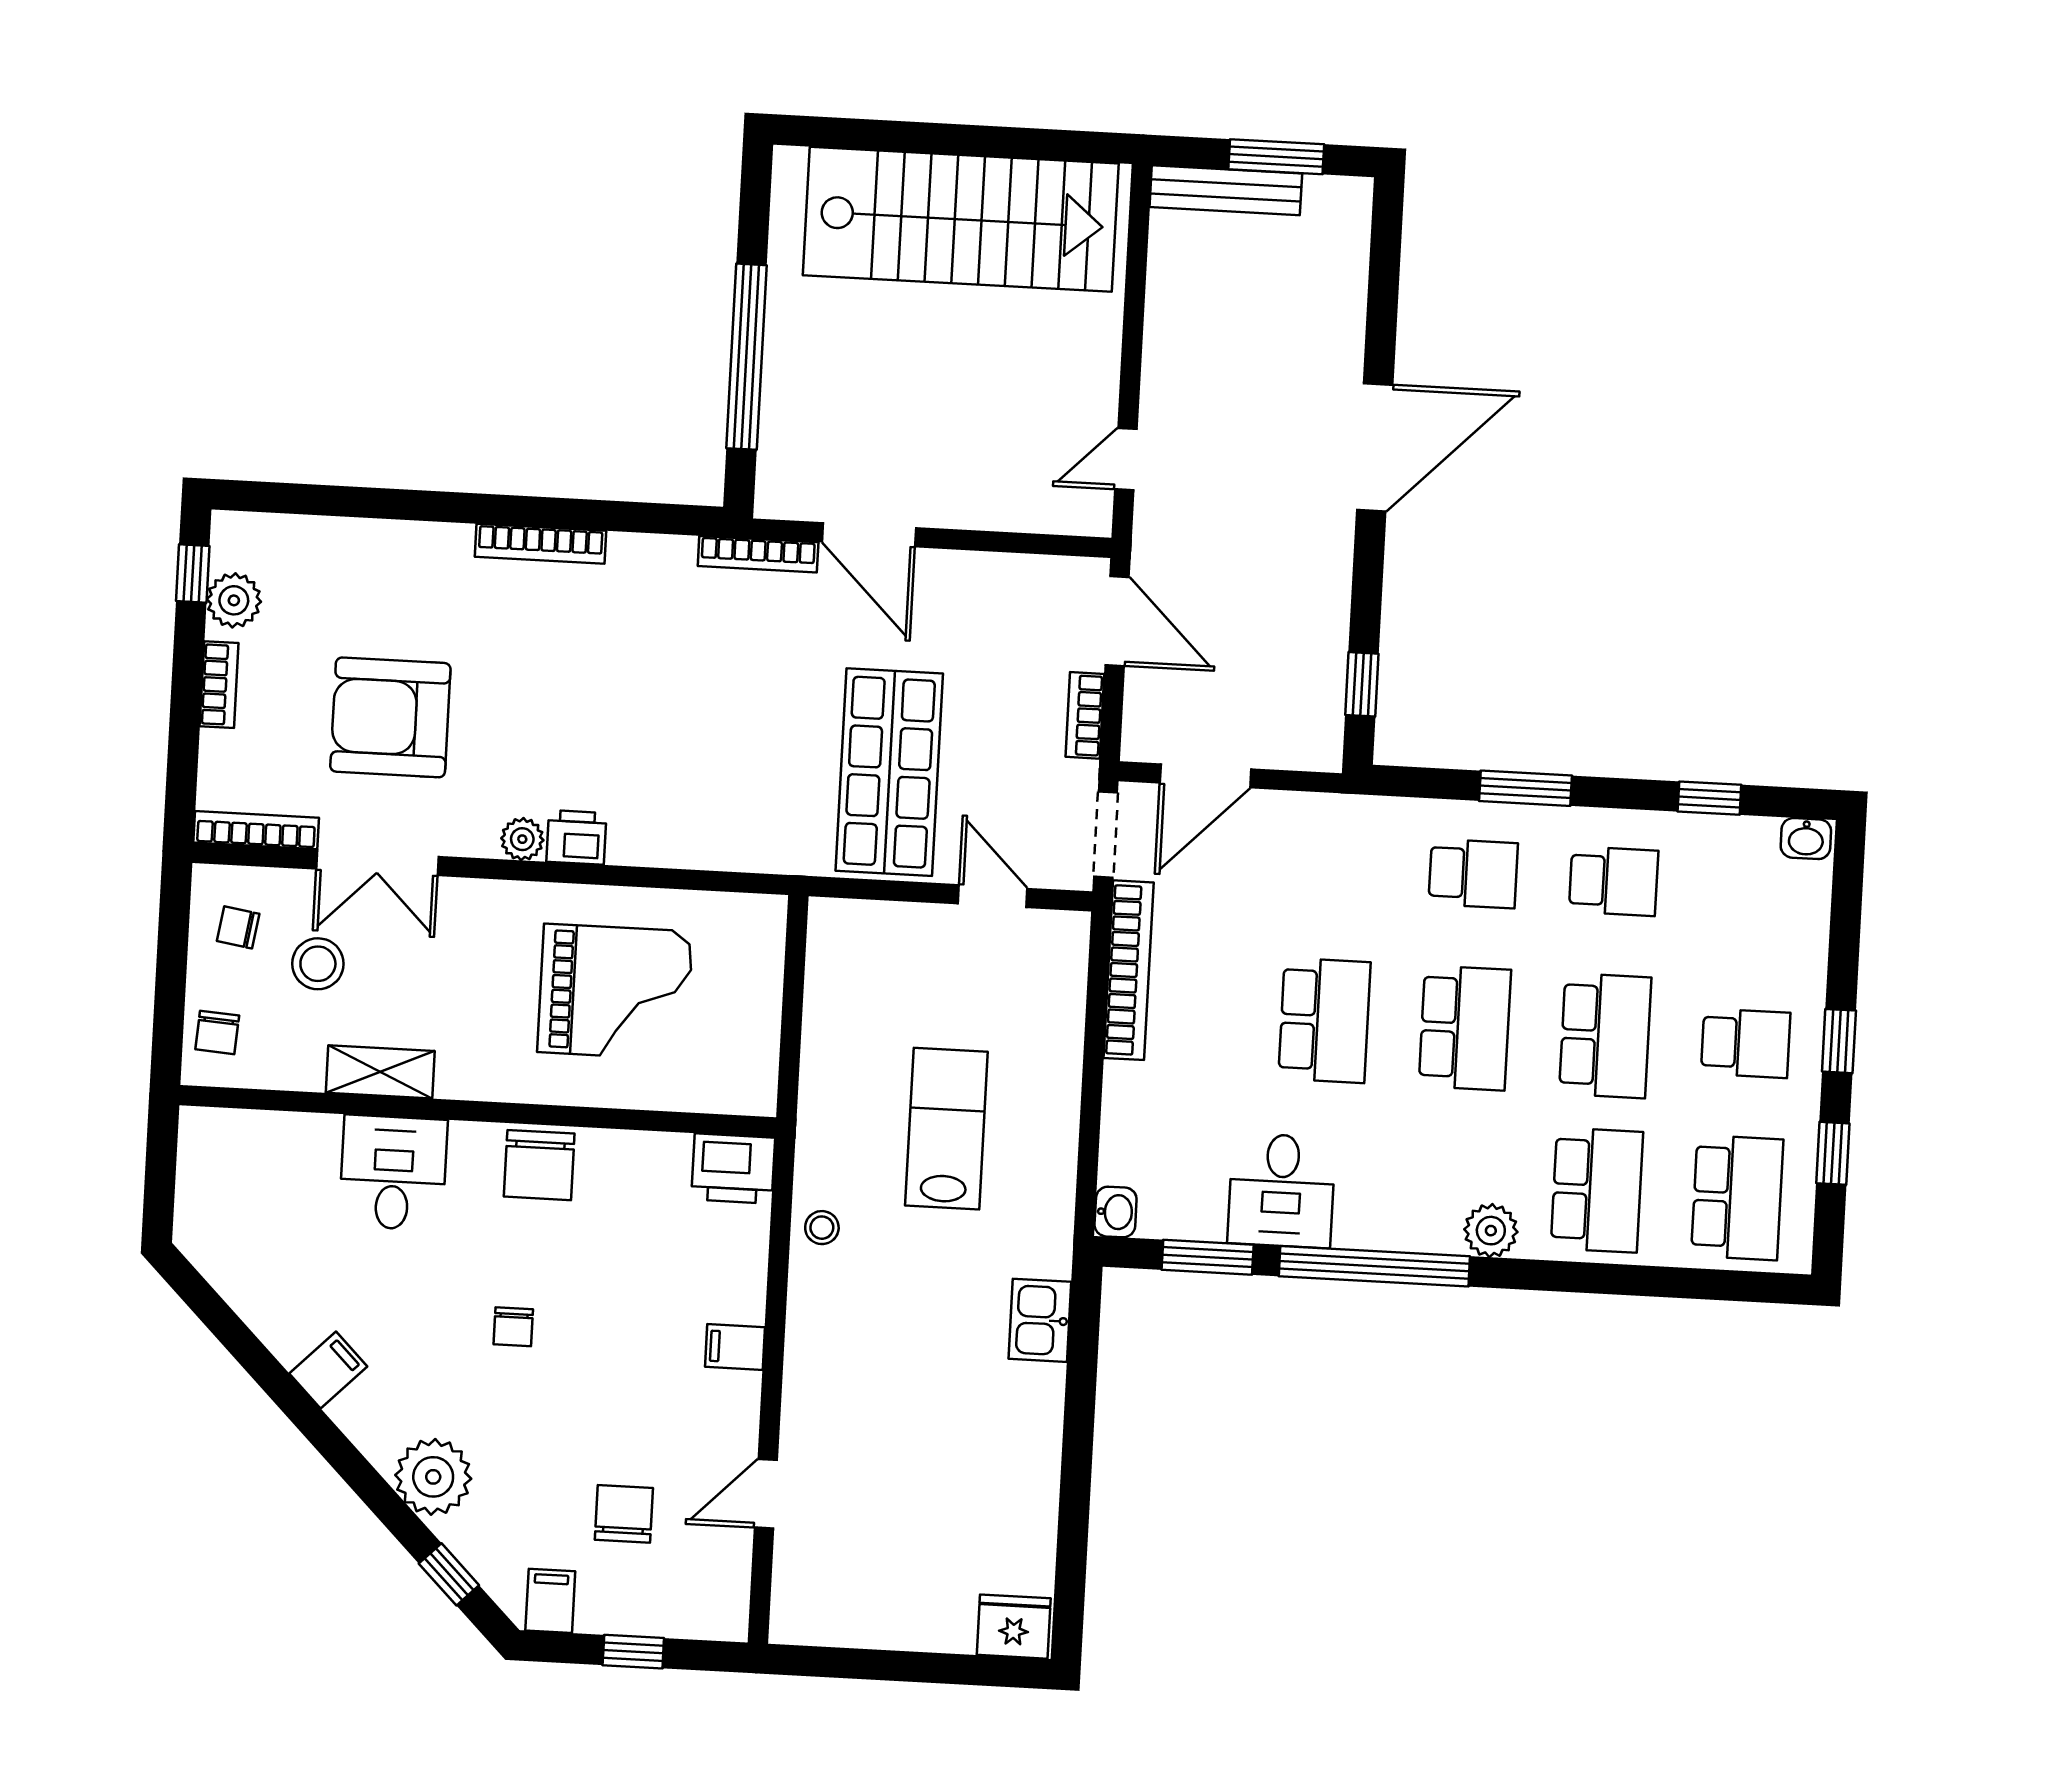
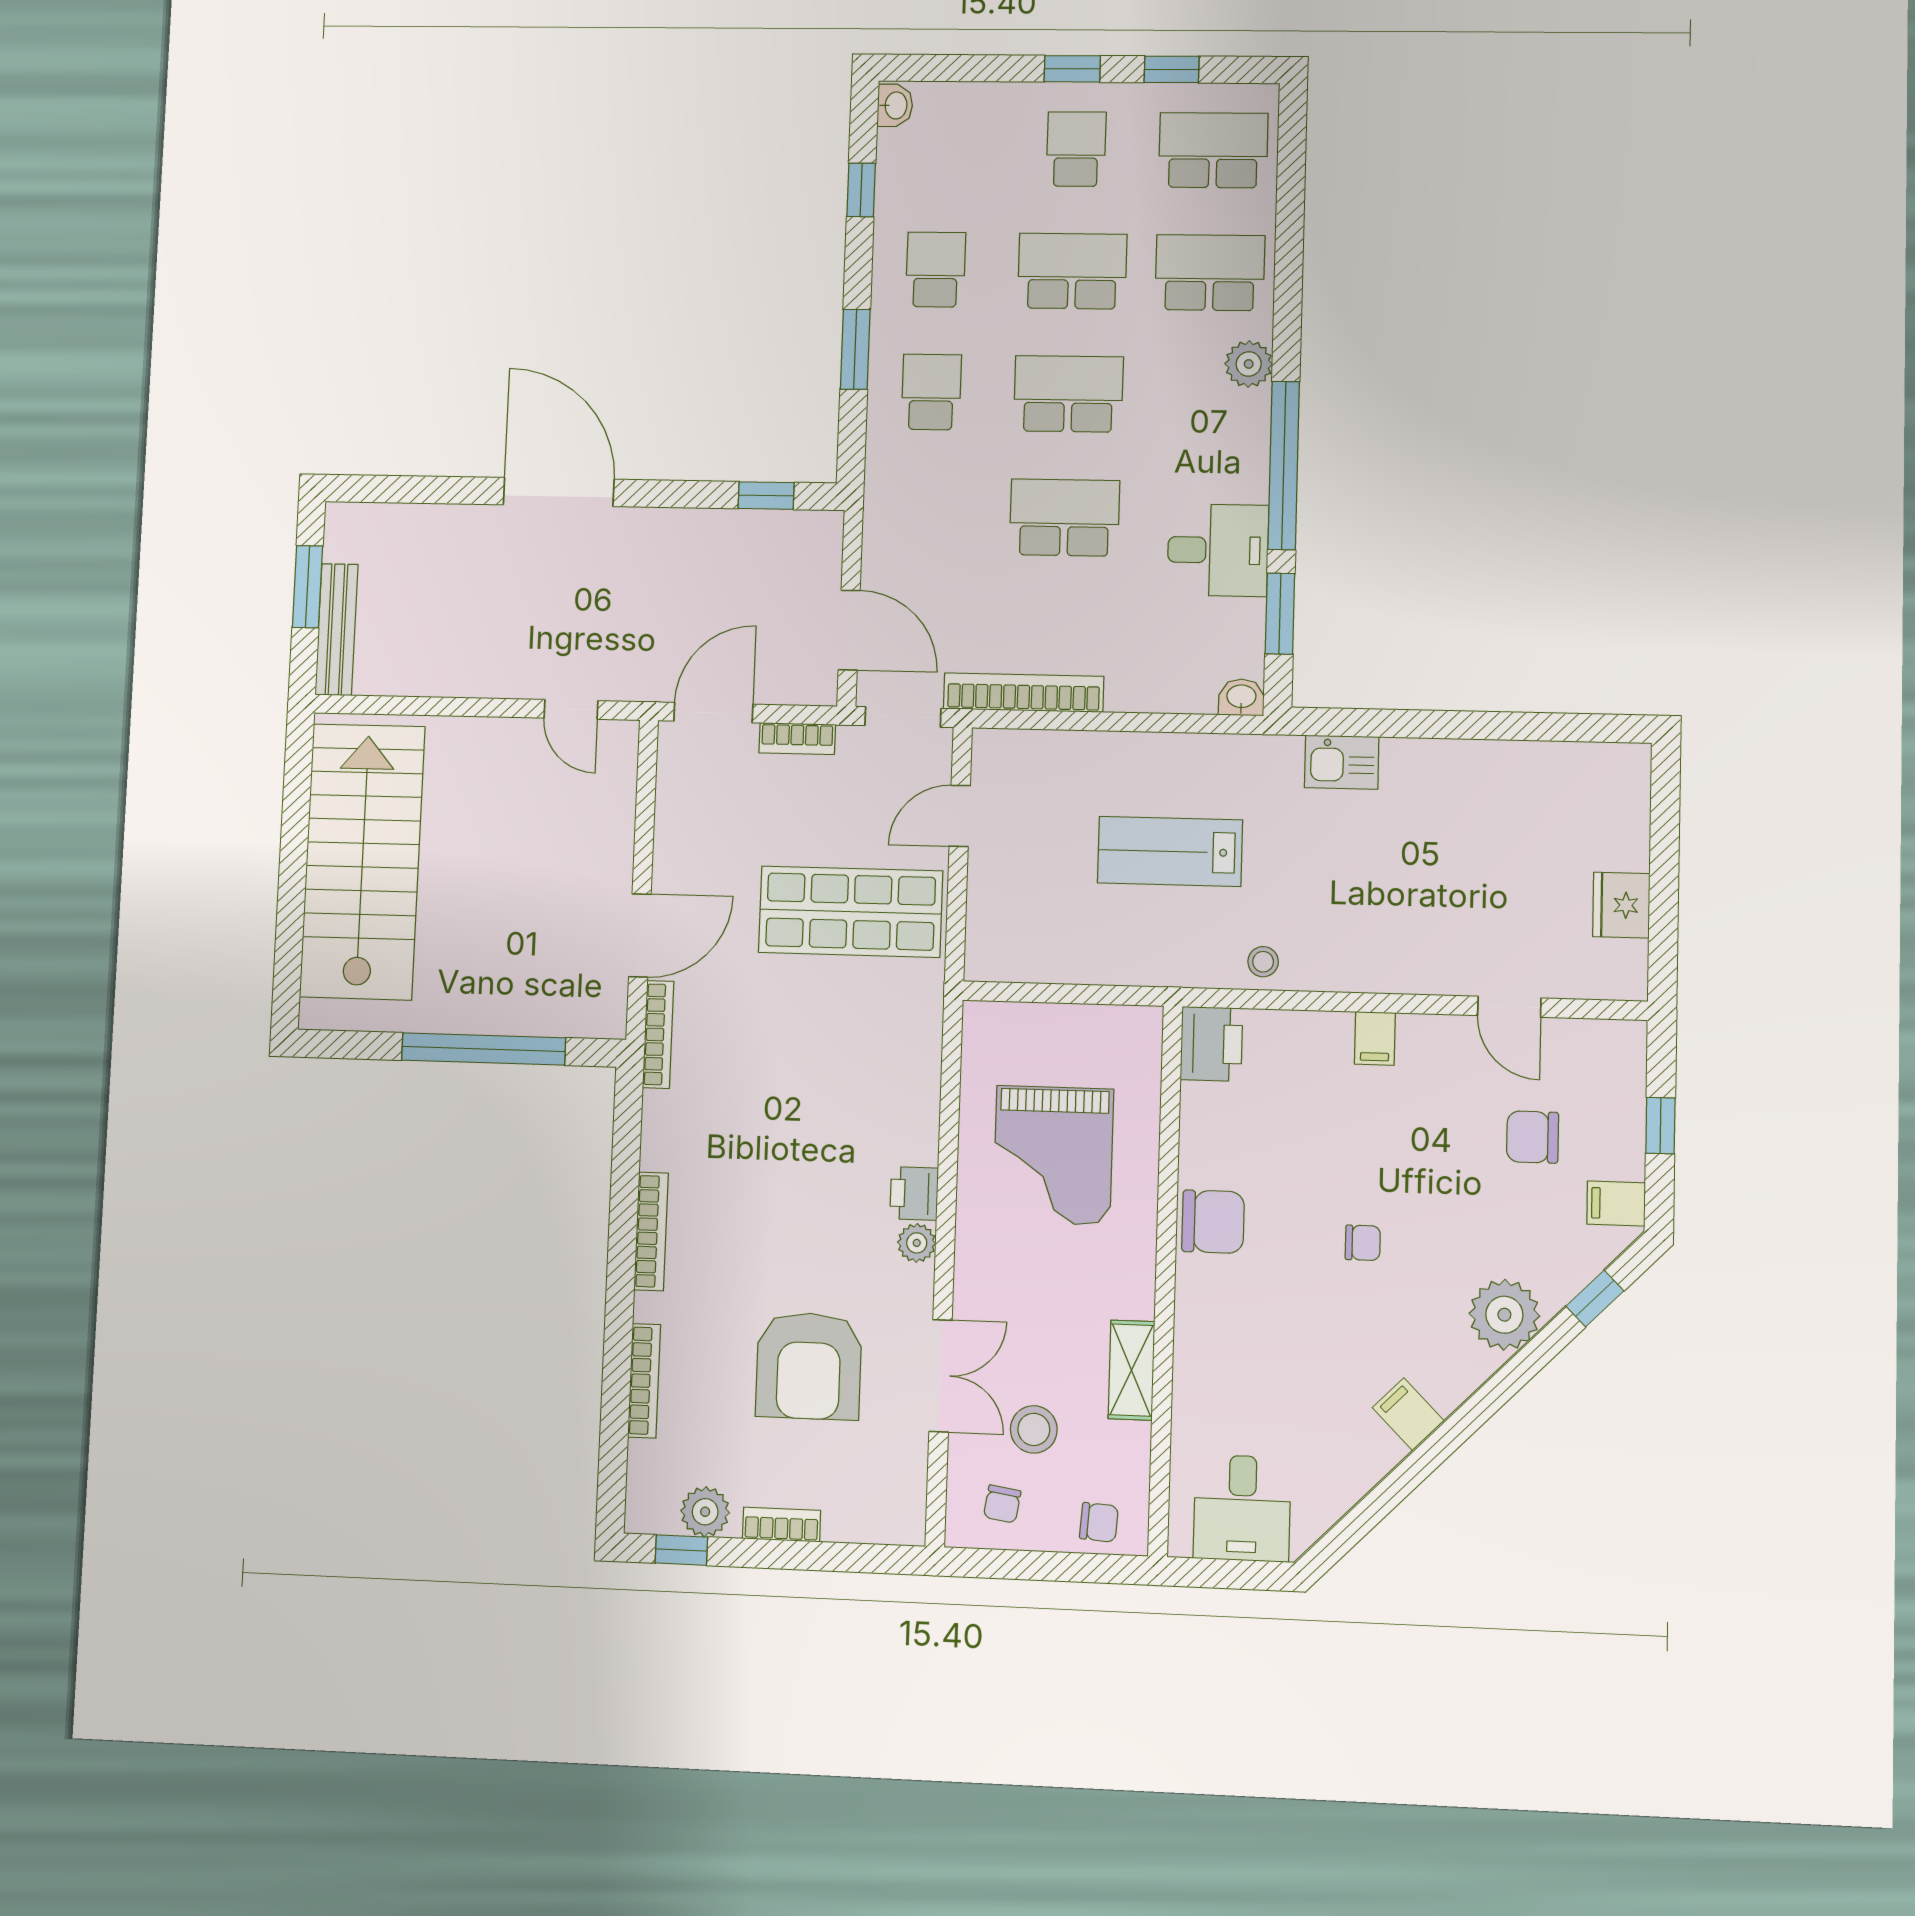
bookcase: (256, 830) -> (644, 1381), moved, turned 180
grand piano: (615, 992) -> (1053, 1155), turned 180
desk: (393, 1173) -> (1242, 1508), moved, turned -90
fridge: (1014, 1627) -> (1621, 905), moved

